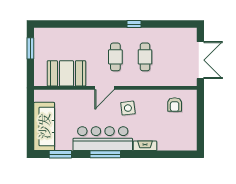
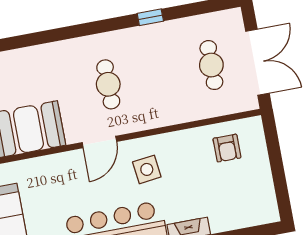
window: (134, 24) -> (150, 17), moved
cafe table: (145, 57) -> (211, 65), moved

